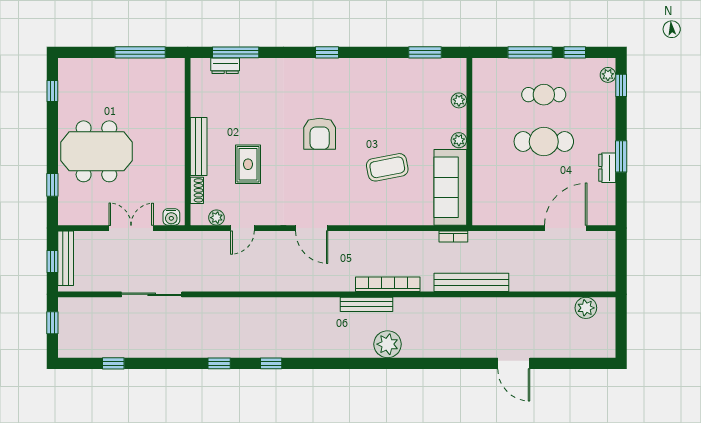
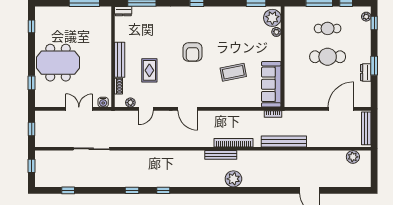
dresser: (225, 66) -> (123, 11), moved
plant: (459, 140) -> (272, 18), moved, width x1.88, depth x1.88
bench: (66, 258) -> (366, 128), moved

